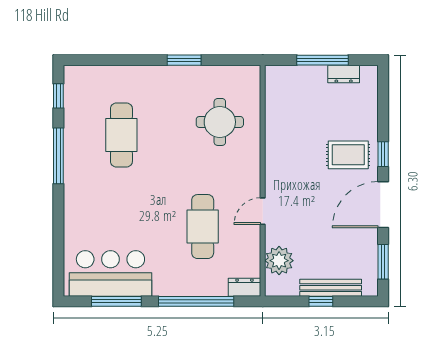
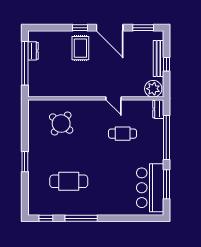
window: (184, 60) -> (25, 162), moved
window: (323, 60) -> (25, 63), width x1.46
round table: (220, 122) -> (61, 124), turned 38
cafe table: (203, 227) -> (123, 134), width x0.73, depth x0.74
plant: (279, 261) -> (153, 89), moved

